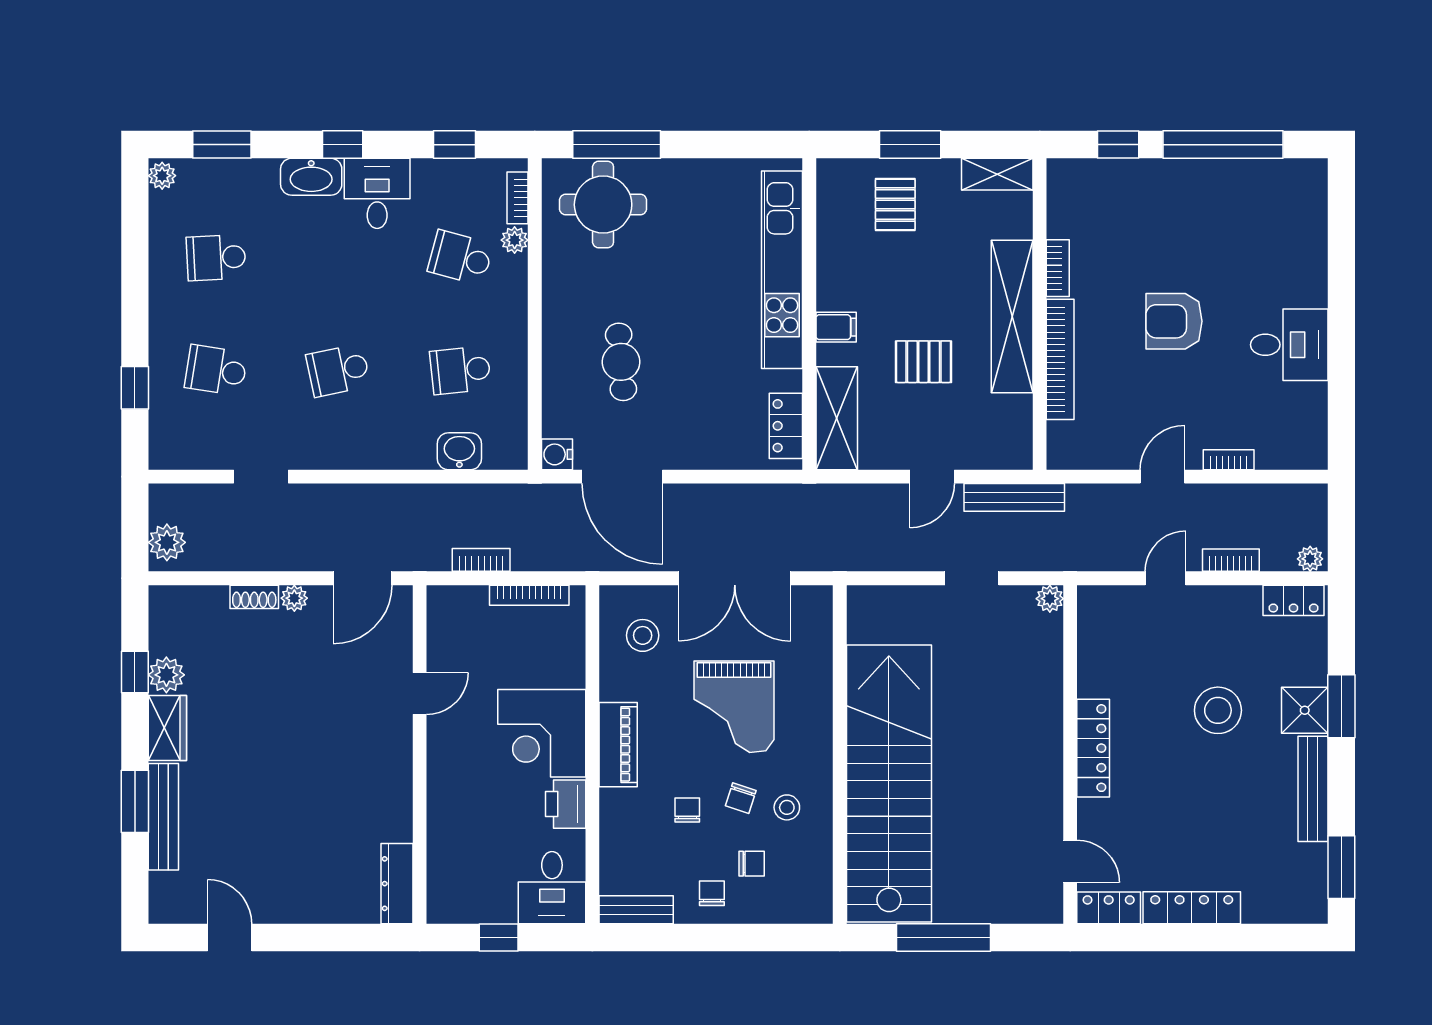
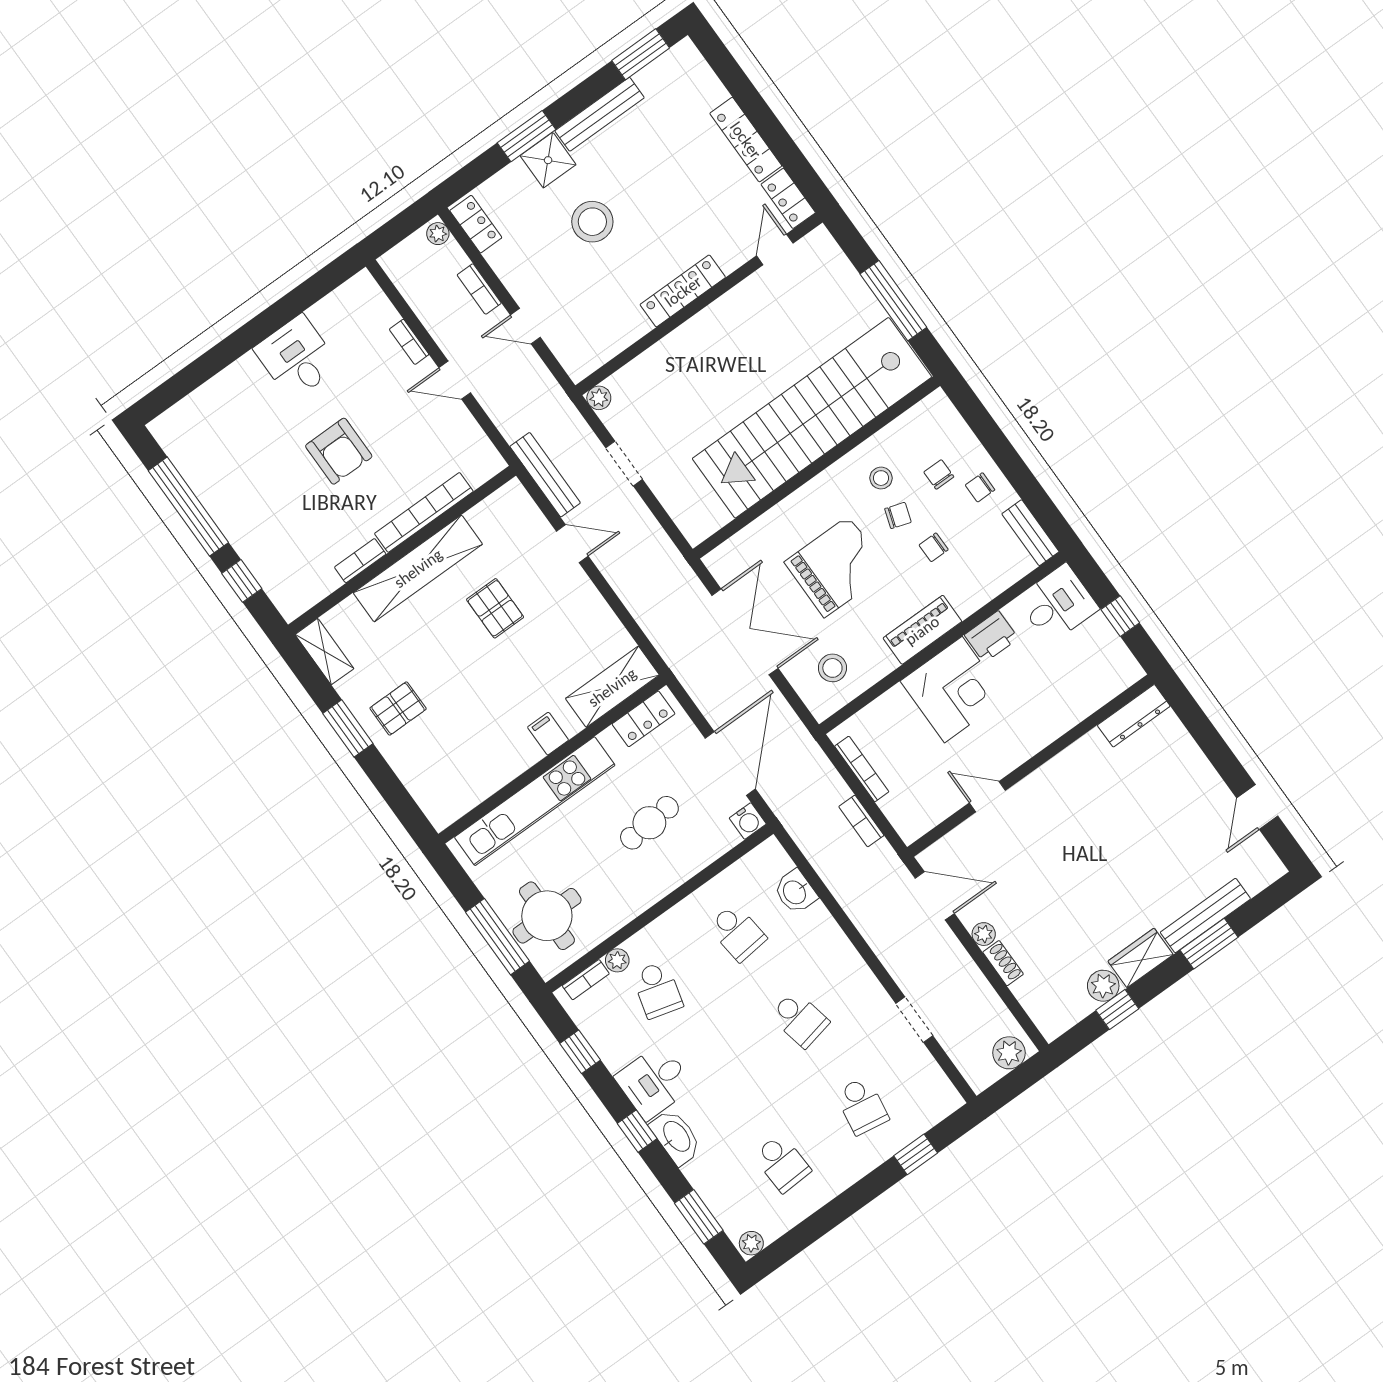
kitchen unit: (782, 270) -> (535, 801), moved
wall: (809, 314) -> (552, 759), moved
filing cabinet: (836, 327) -> (548, 734), moved
shelving: (837, 418) -> (612, 687), moved
locker: (786, 426) -> (644, 719), moved

